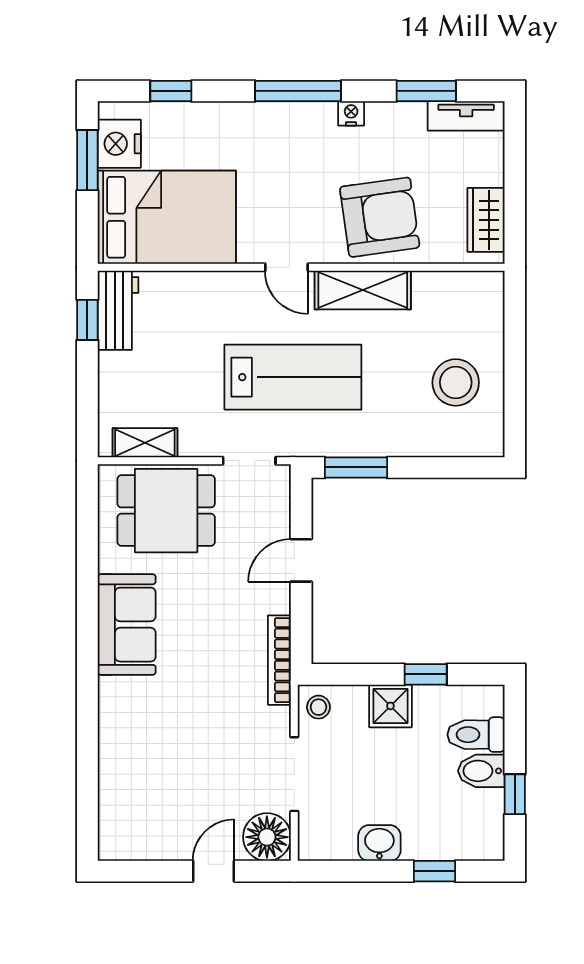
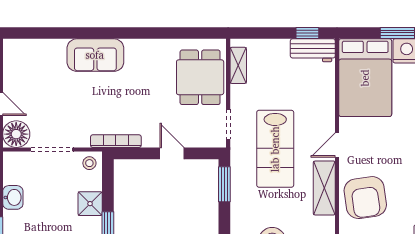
sofa: (127, 625) -> (95, 55), moved

